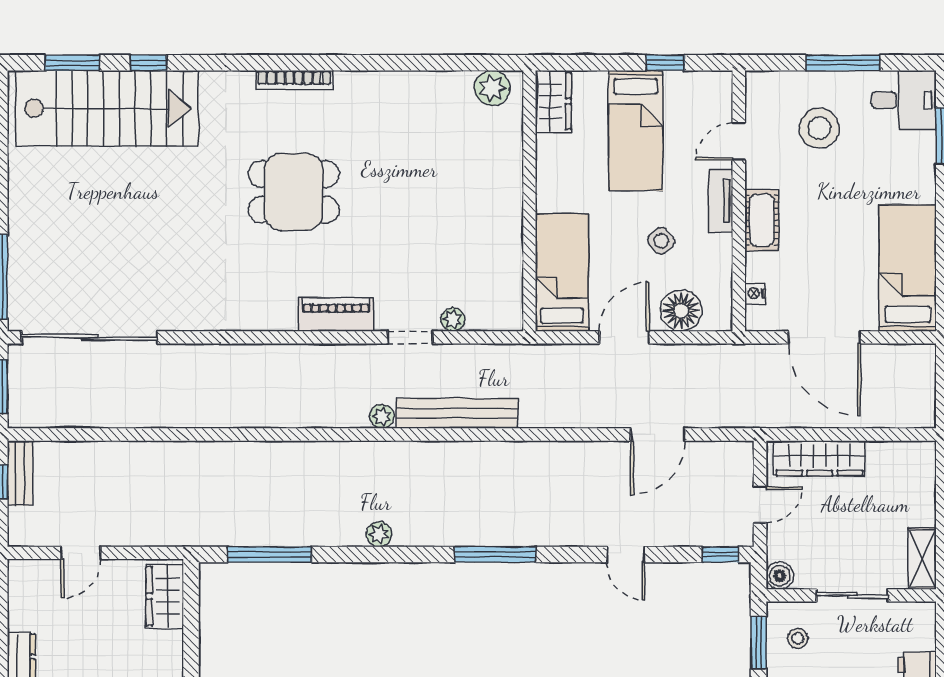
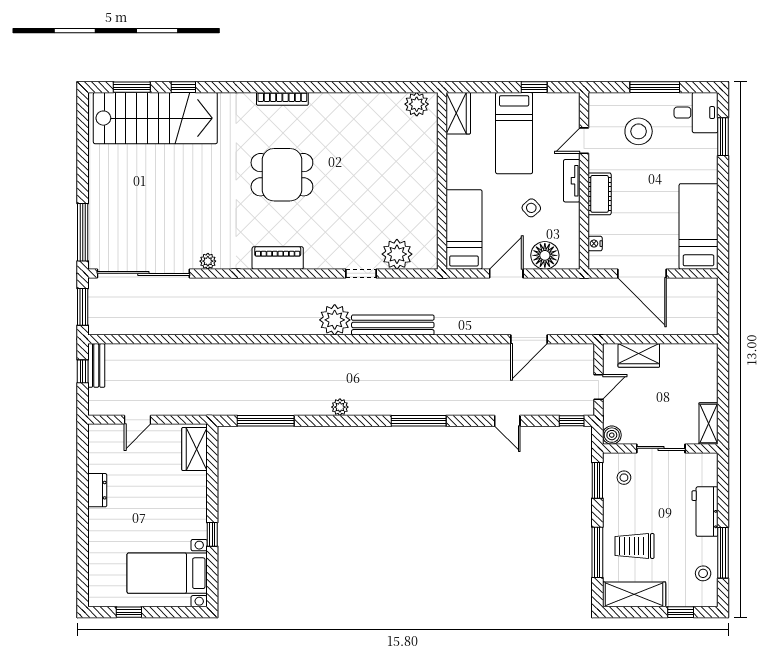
piano: (336, 315) -> (278, 258), moved
plant: (184, 319) -> (208, 261), added
plant: (453, 319) -> (397, 254), width x1.88, depth x1.88
plant: (382, 416) -> (335, 320), width x1.87, depth x1.87
wardrobe: (820, 458) -> (639, 355), width x0.67

